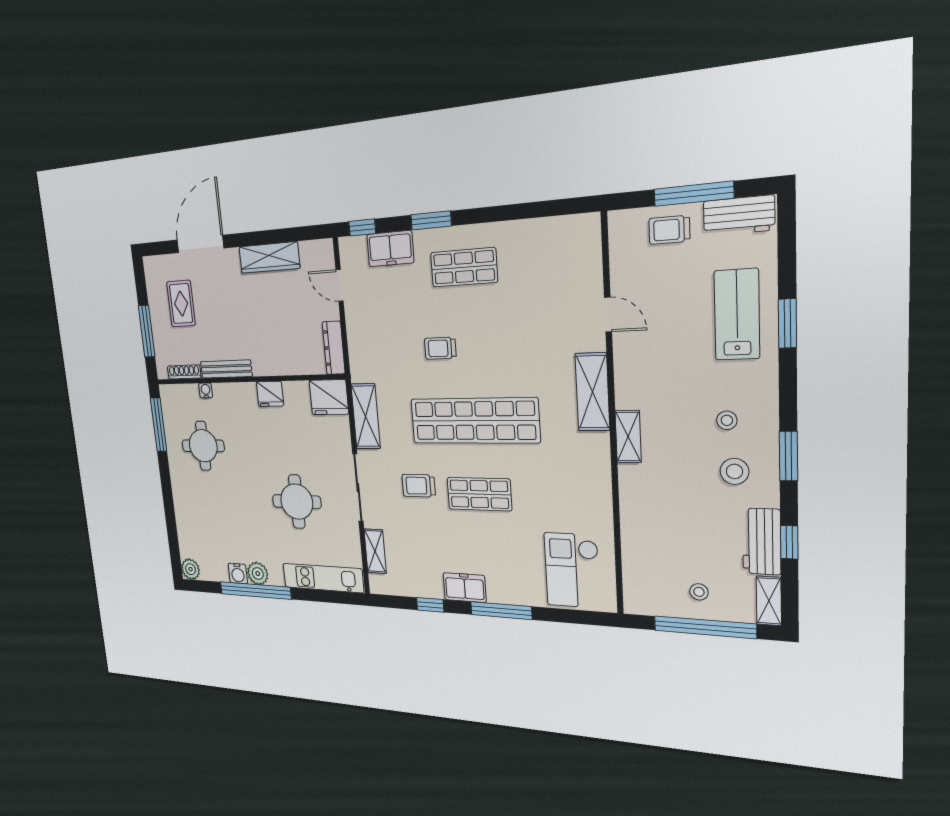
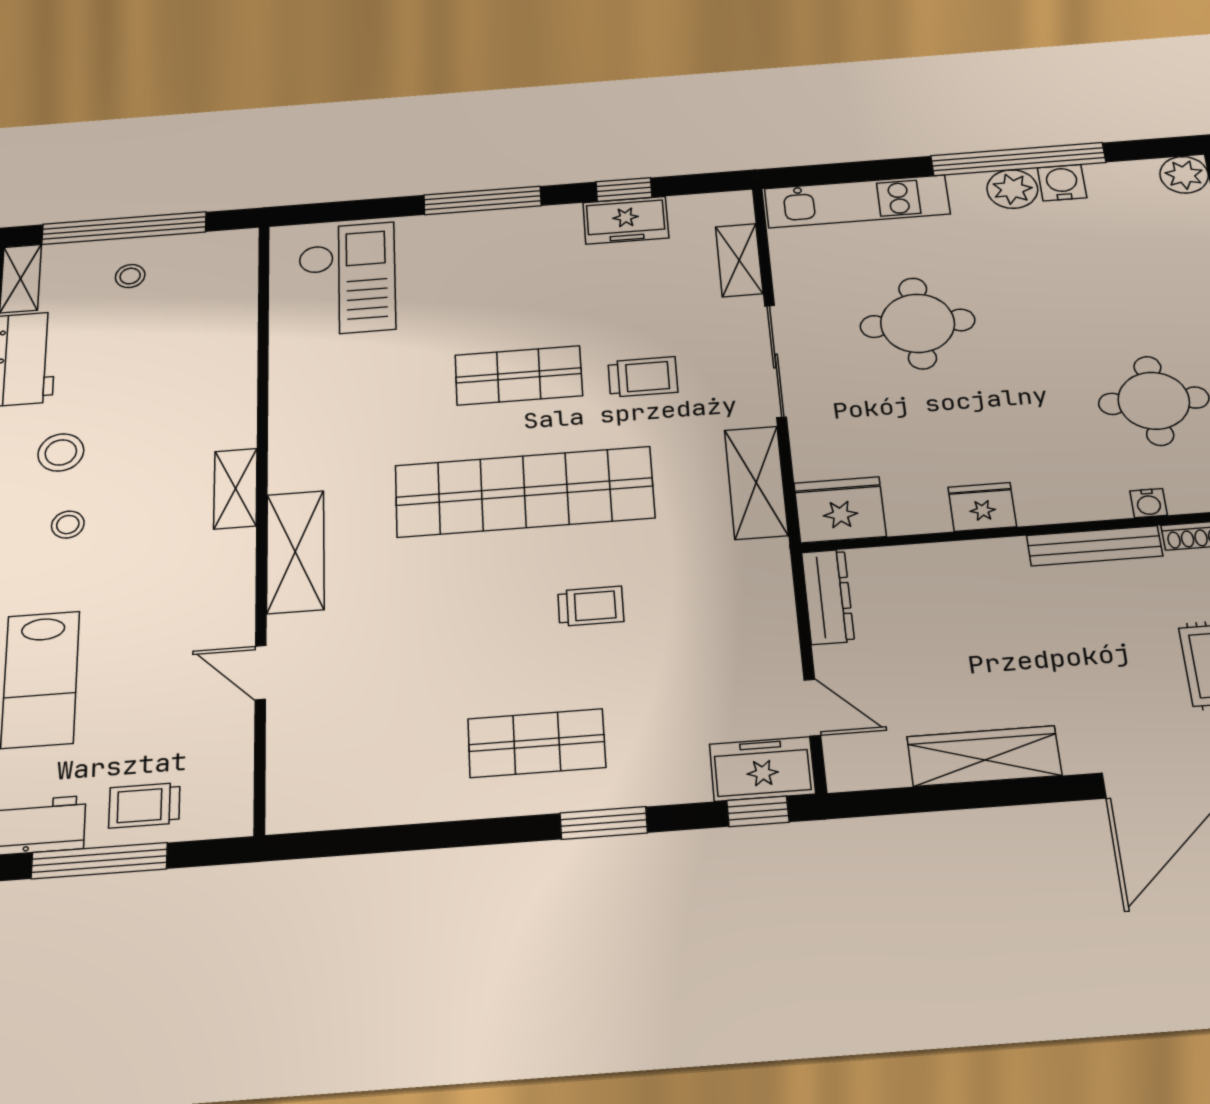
trolley: (669, 230) -> (144, 805), turned 180
freezer: (390, 249) -> (762, 769), moved
freezer: (465, 588) -> (626, 220), moved

